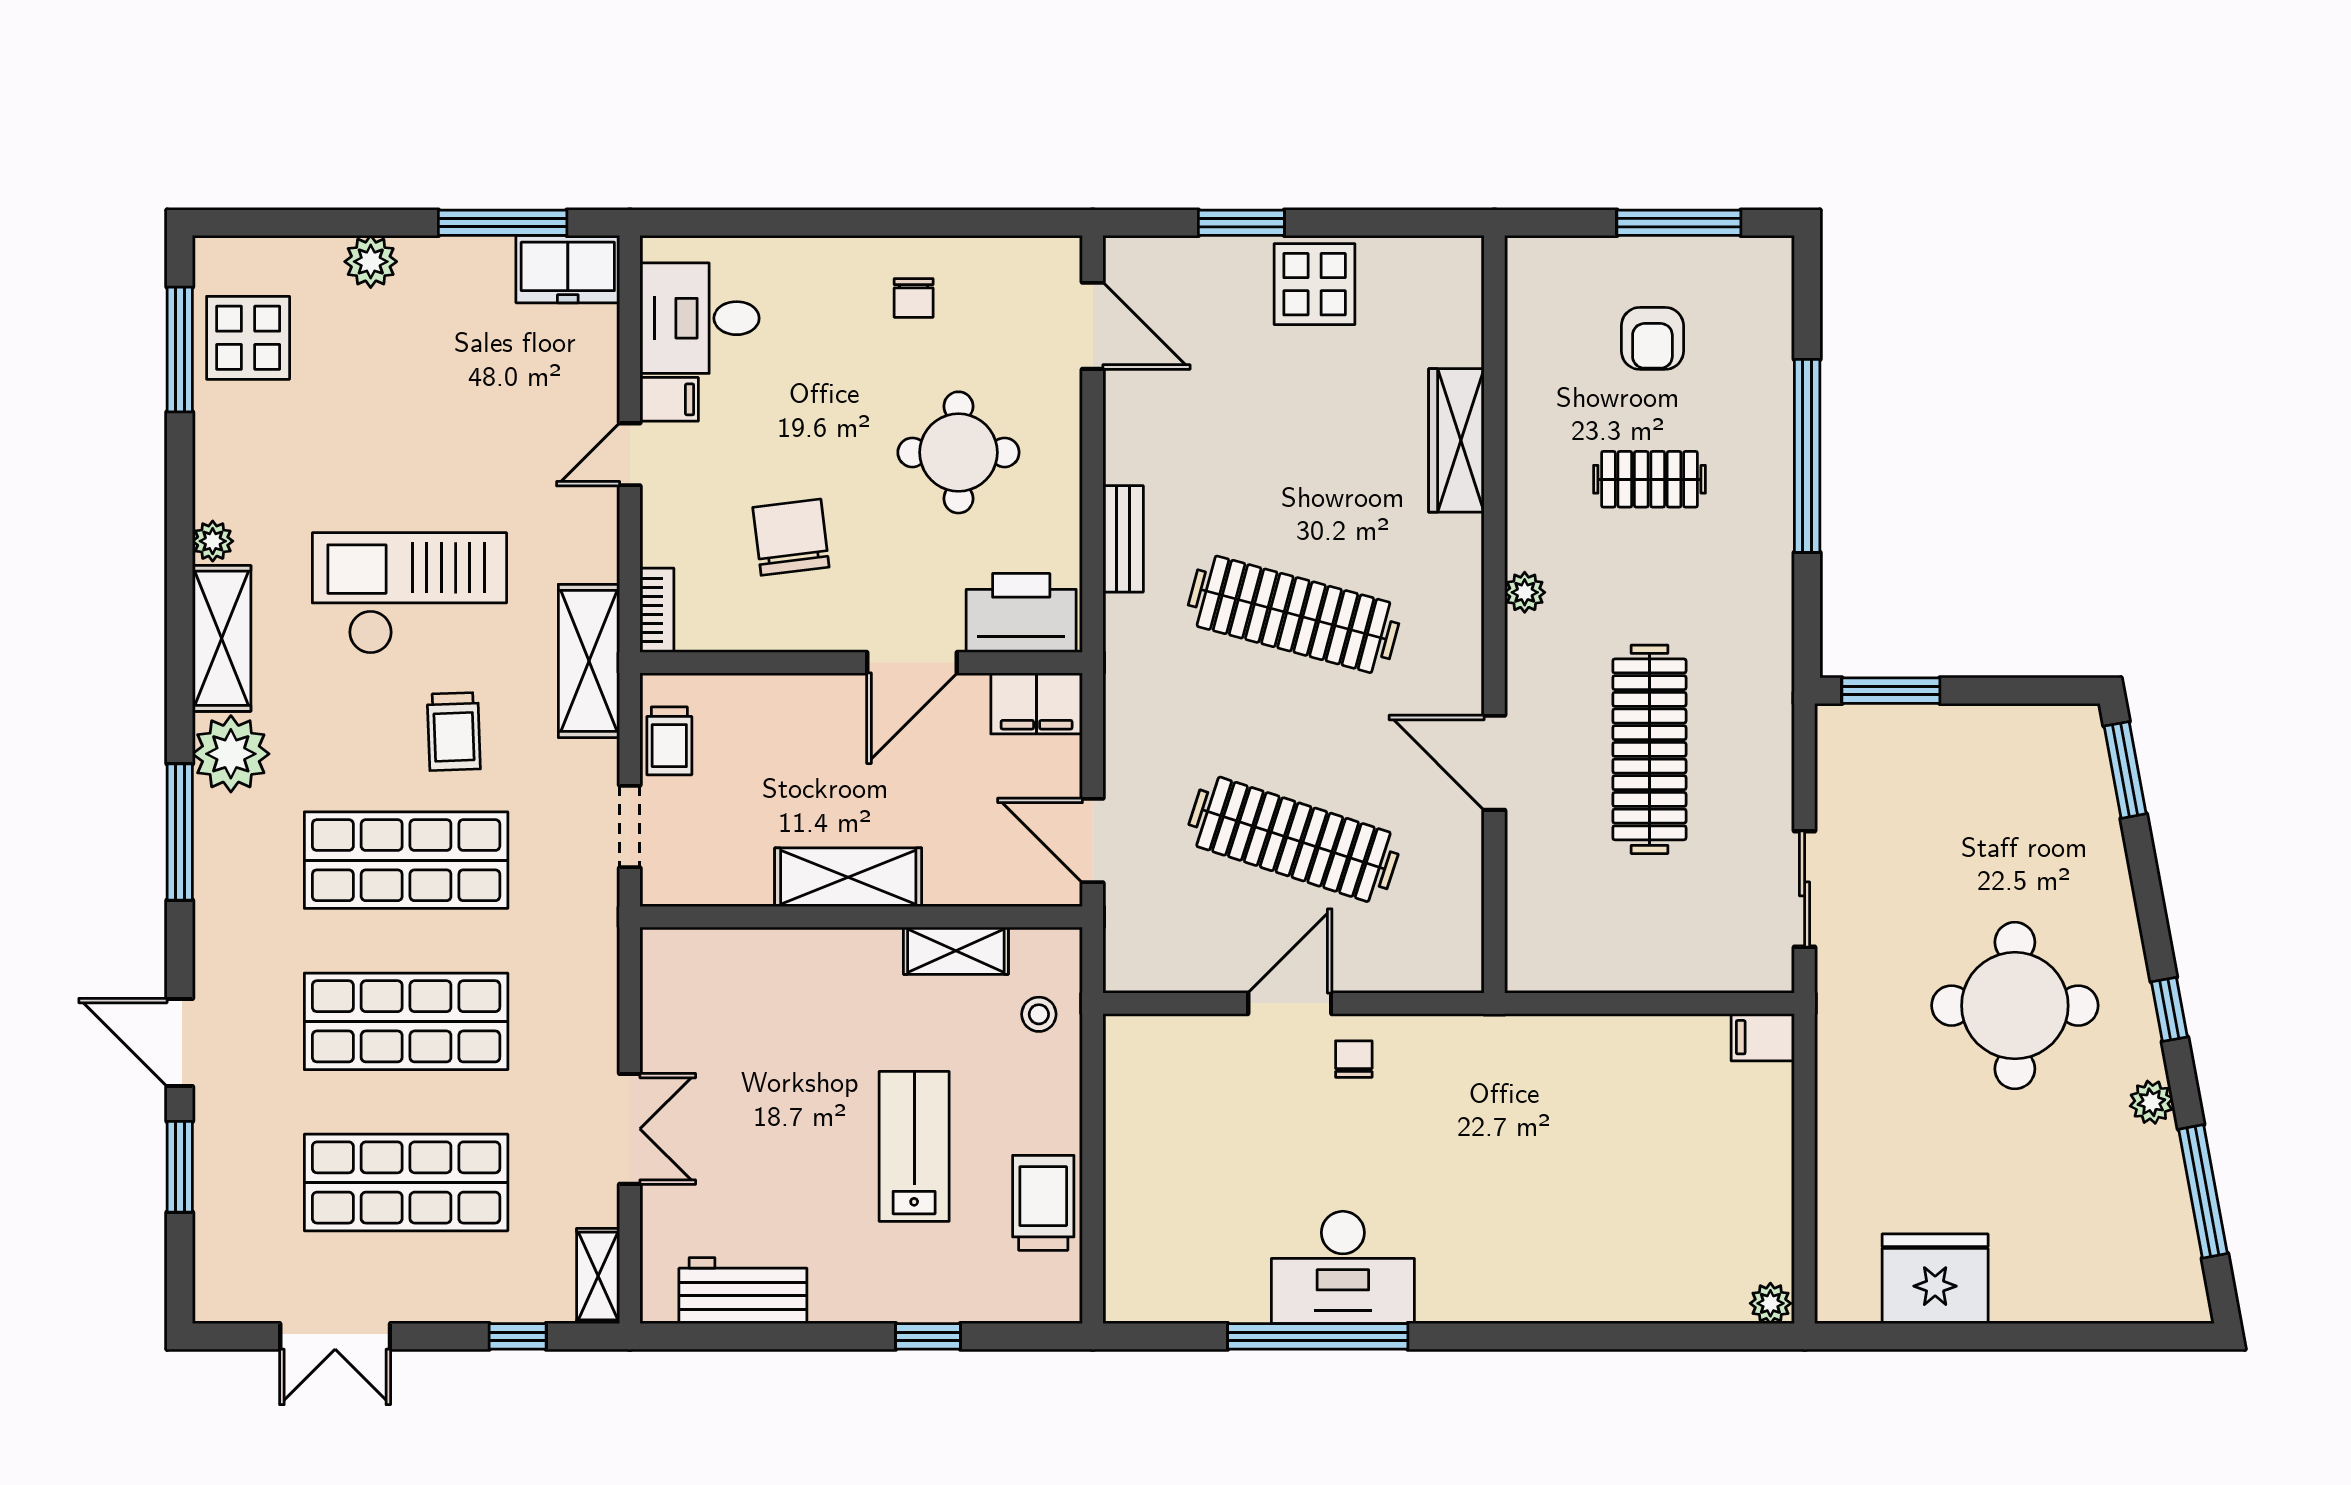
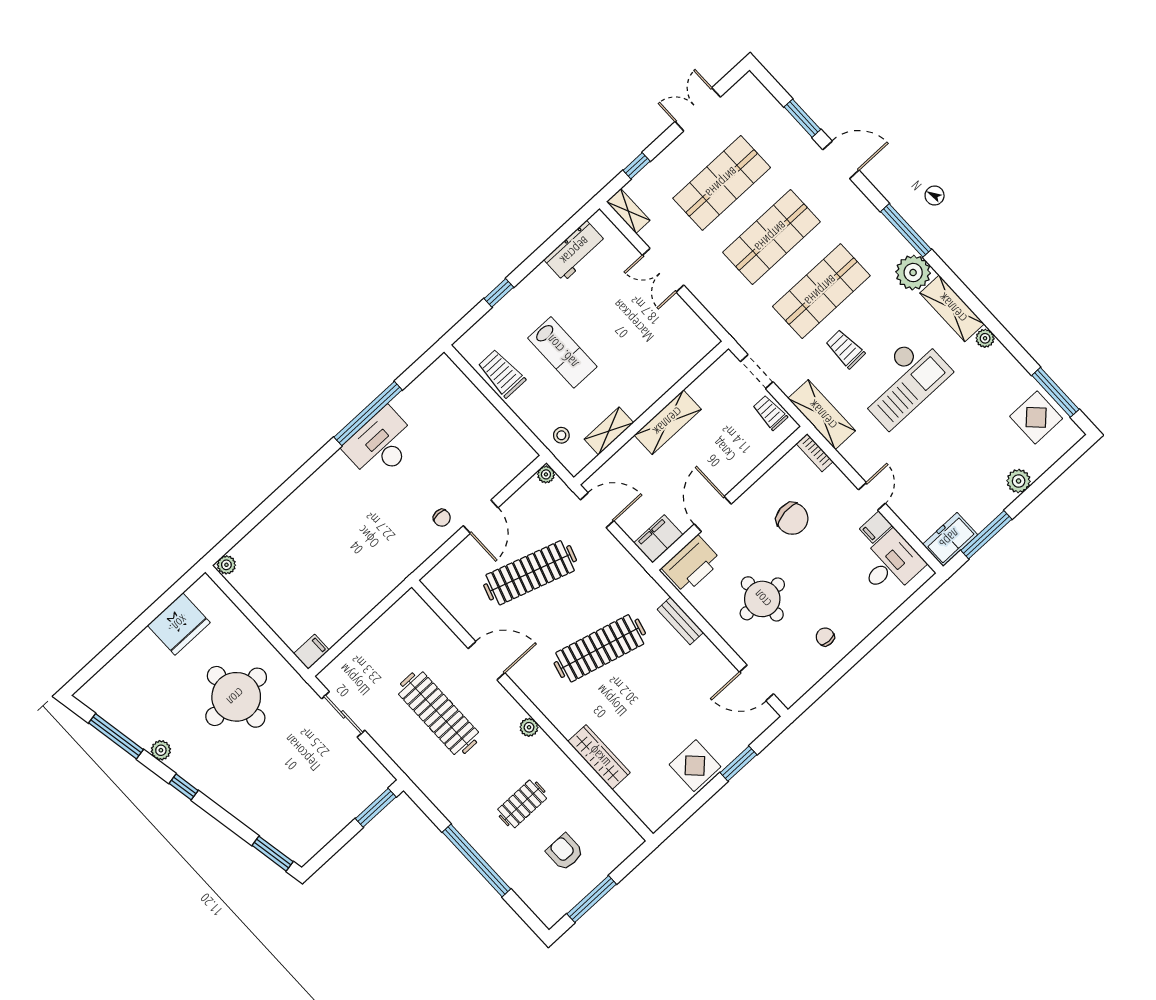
plant: (1122, 974) -> (546, 474), added
round table: (2015, 1006) -> (236, 697), moved
trolley: (1043, 1203) -> (502, 373), turned 180

